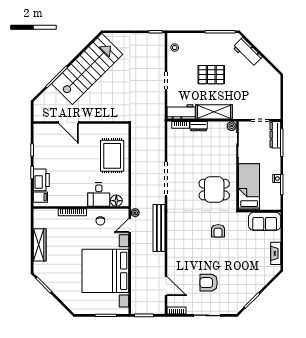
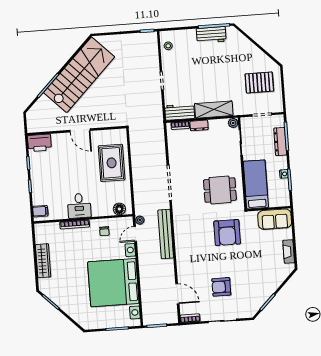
workbench: (247, 52) -> (211, 35), moved, turned -45
pallet: (211, 75) -> (259, 83), moved
door: (69, 122) -> (80, 130), moved
dresser: (275, 135) -> (280, 142), moved
printer: (41, 180) -> (39, 143), moved, turned 90
desk: (99, 195) -> (79, 206), moved
armchair: (218, 231) -> (227, 233), width x1.88, depth x1.88

